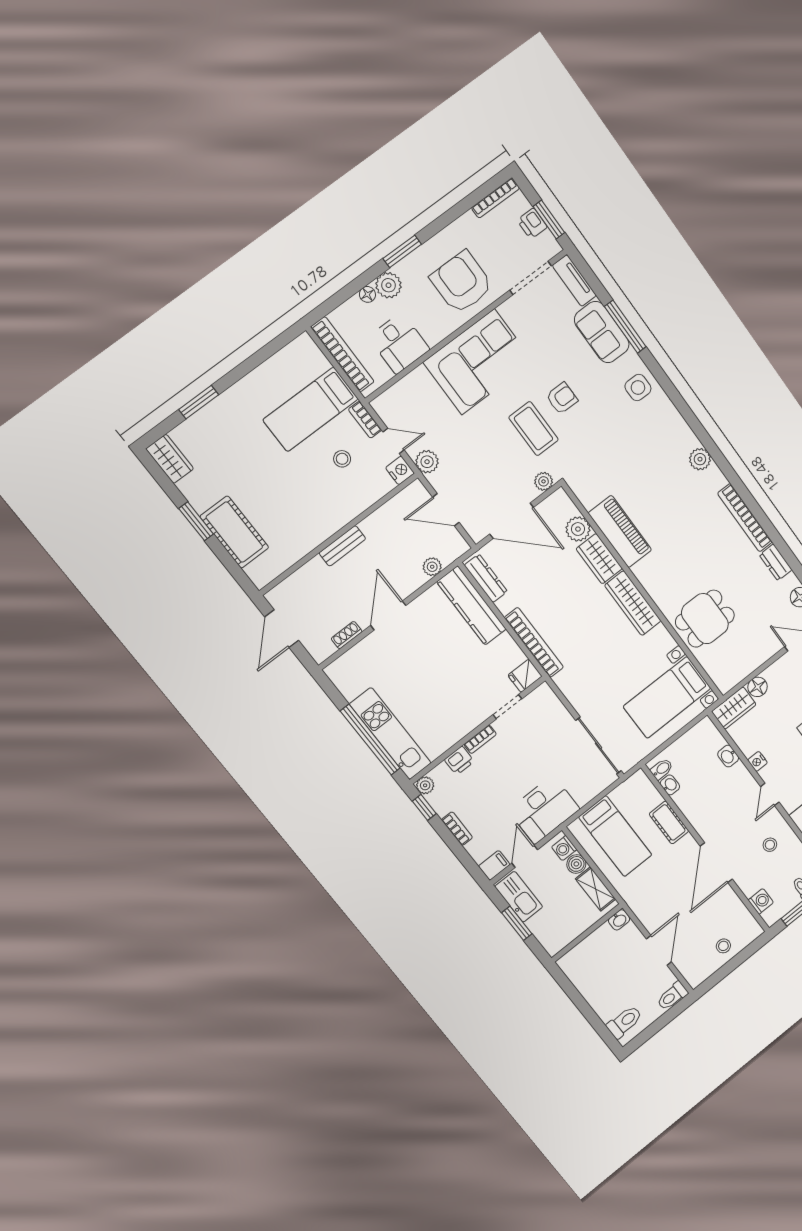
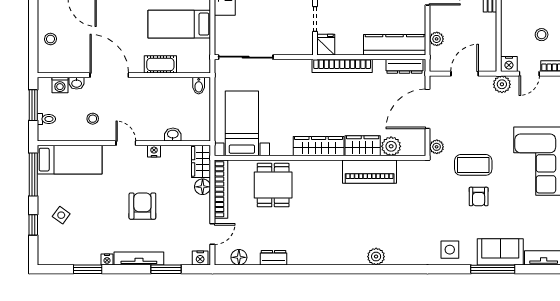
bookcase: (745, 518) -> (221, 189), moved, turned 90
washbasin: (670, 785) -> (77, 83), moved

